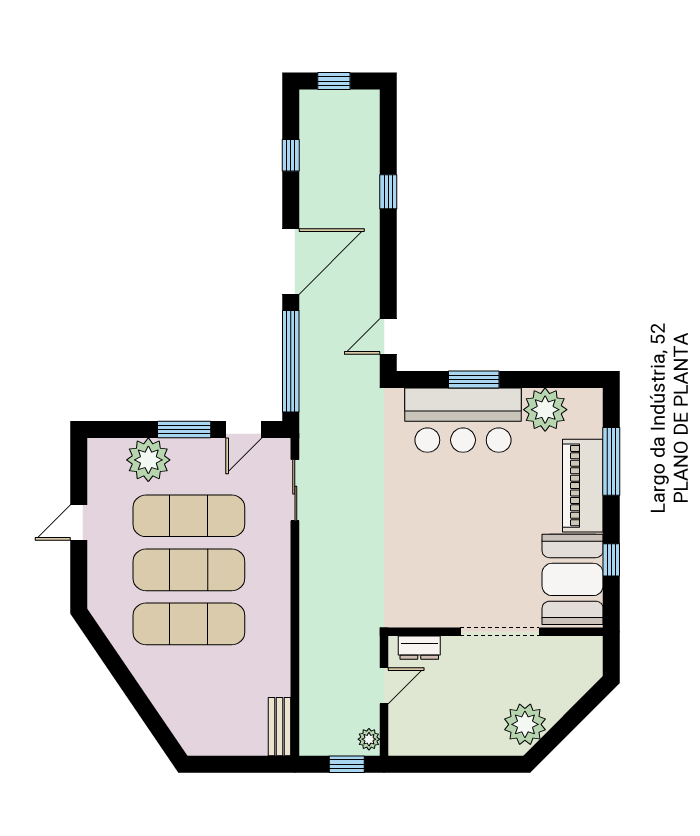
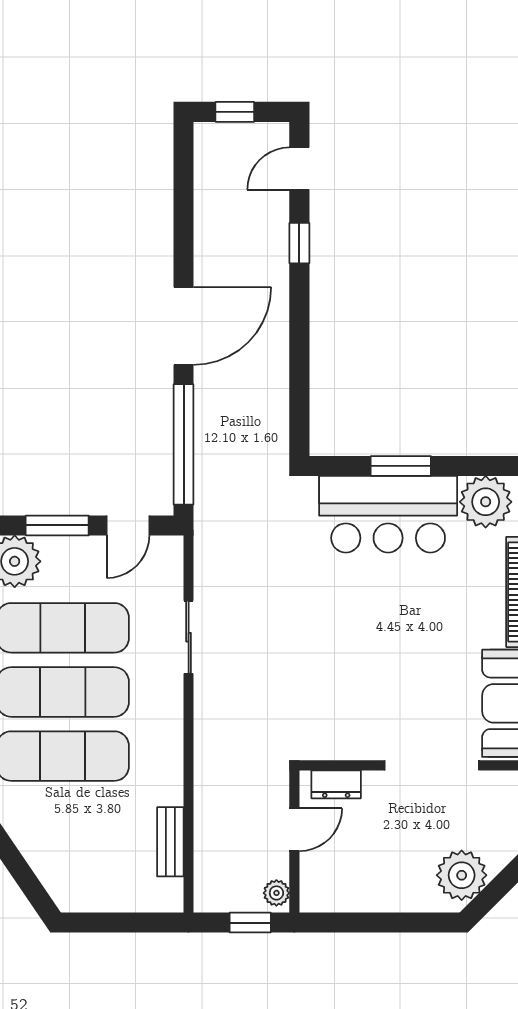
window: (291, 155) -> (184, 200), removed
door: (388, 336) -> (299, 169), moved
sliding door: (295, 490) -> (189, 637), moved
bench: (279, 727) -> (170, 842), moved

